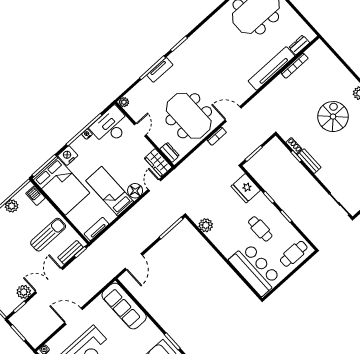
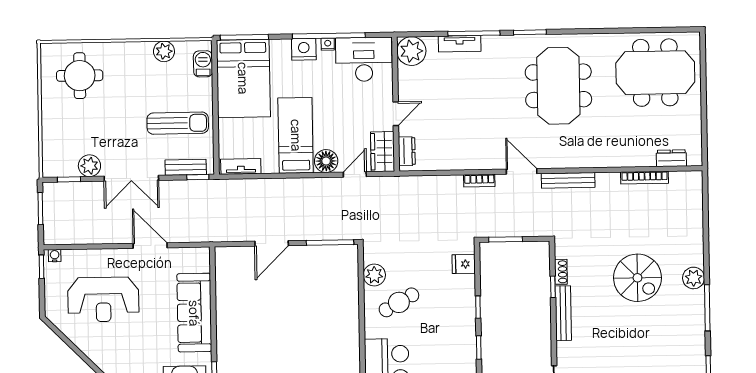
tv unit: (271, 68) -> (614, 157), removed
tv unit: (160, 70) -> (460, 44), moved
bench: (259, 99) -> (568, 180), added
plant: (124, 102) -> (411, 51), width x1.87, depth x1.87
meeting table: (189, 116) -> (558, 86), moved
spiral stairs: (333, 117) -> (637, 278), turned 90
door: (140, 130) -> (396, 114), moved
nightstand: (68, 156) -> (304, 49), moved
bench: (309, 161) -> (563, 313), width x1.36
fridge: (246, 188) -> (464, 264), width x0.53, depth x0.75
cafe table: (260, 229) -> (399, 302), moved, turned 61
door: (134, 262) -> (272, 243), moved
double door: (49, 280) -> (131, 178), swing flipped
sofa: (124, 306) -> (194, 313), moved
door: (73, 316) -> (150, 246), moved

